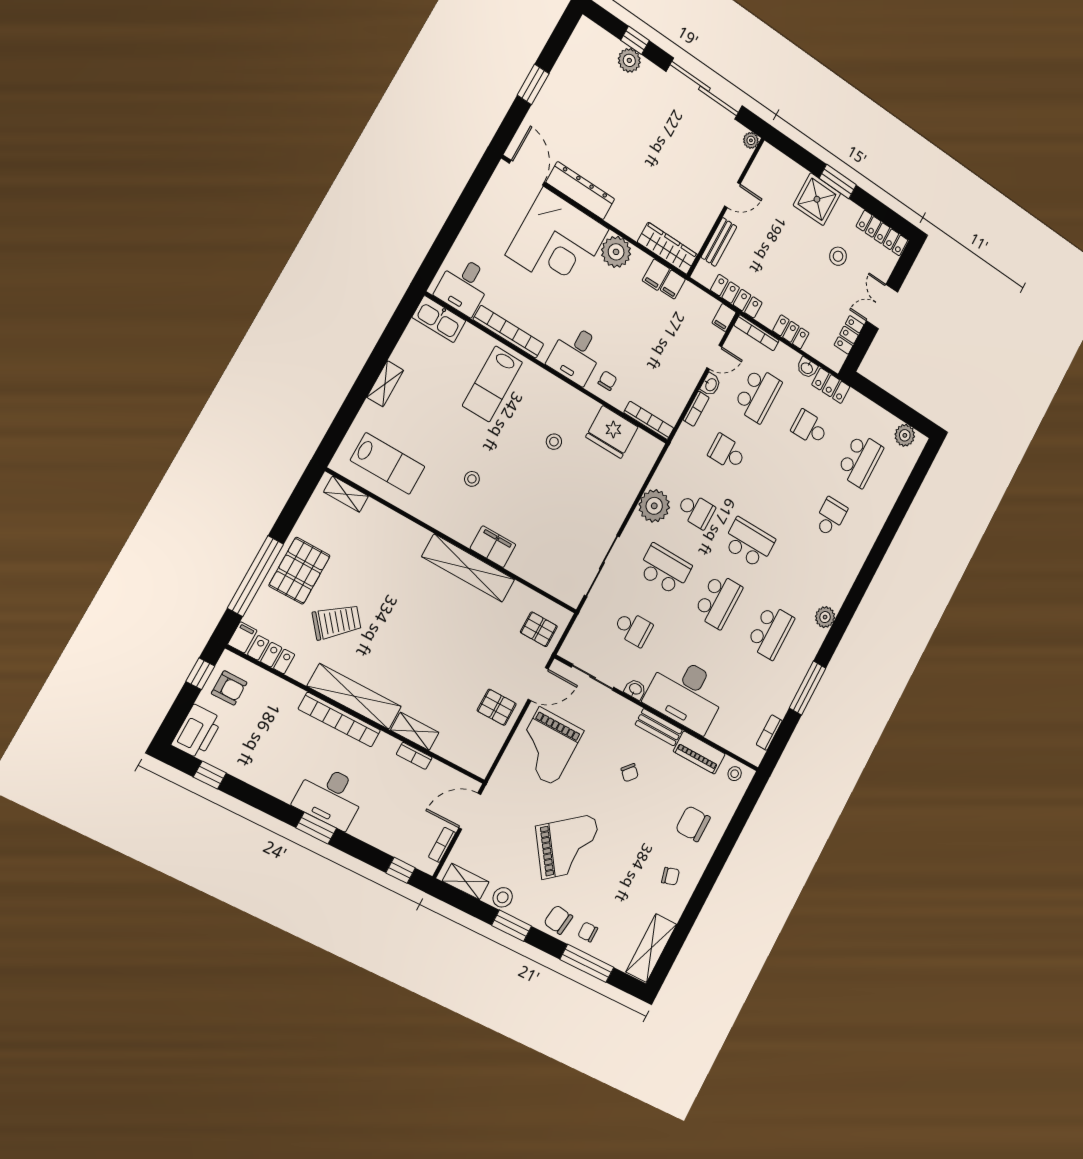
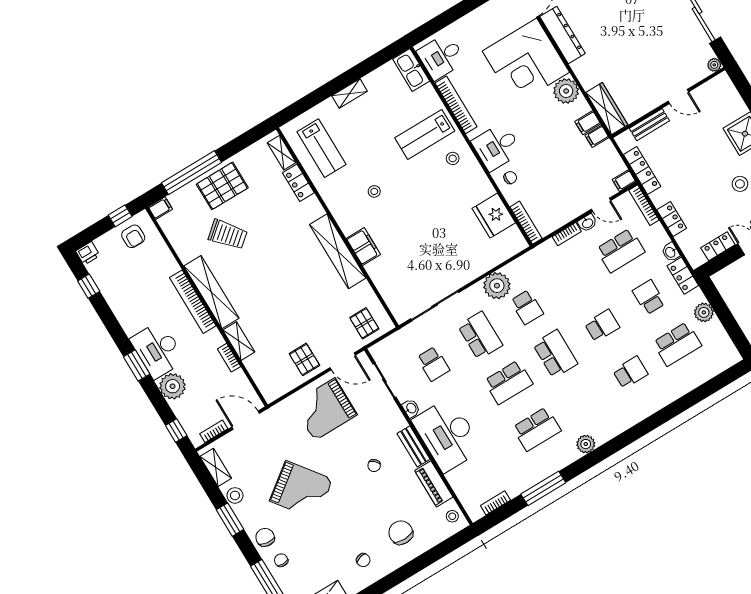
plant: (905, 435) -> (704, 312), moved
stool: (554, 442) -> (453, 158), moved
school desk: (727, 452) -> (602, 326), moved, turned 90
locker: (271, 655) -> (298, 183), moved, turned 180
printer: (197, 732) -> (88, 253), width x0.53, depth x0.68
plant: (369, 826) -> (173, 386), added

